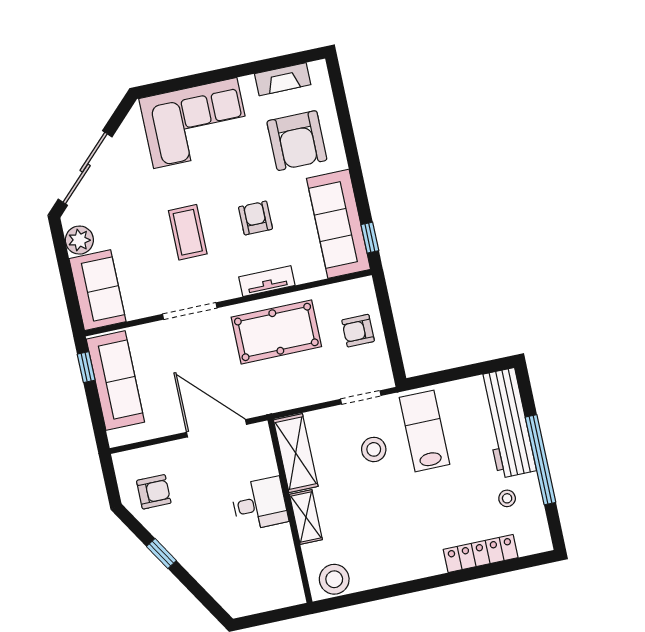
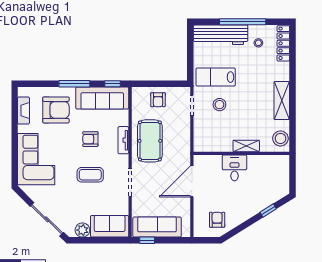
window: (354, 165) -> (74, 84), added
shelving: (296, 453) -> (282, 101), moved, turned 90
locker: (481, 553) -> (283, 43), moved
window: (161, 554) -> (268, 211), moved

